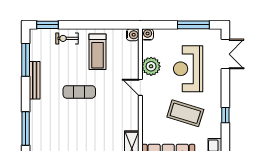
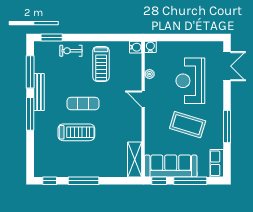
window: (193, 25) -> (195, 37), removed
plant: (151, 66) -> (150, 74), width x0.53, depth x0.53
window: (225, 115) -> (227, 126), width x2.17
treadmill: (72, 121) -> (76, 132), added
window: (26, 128) -> (30, 114), moved

